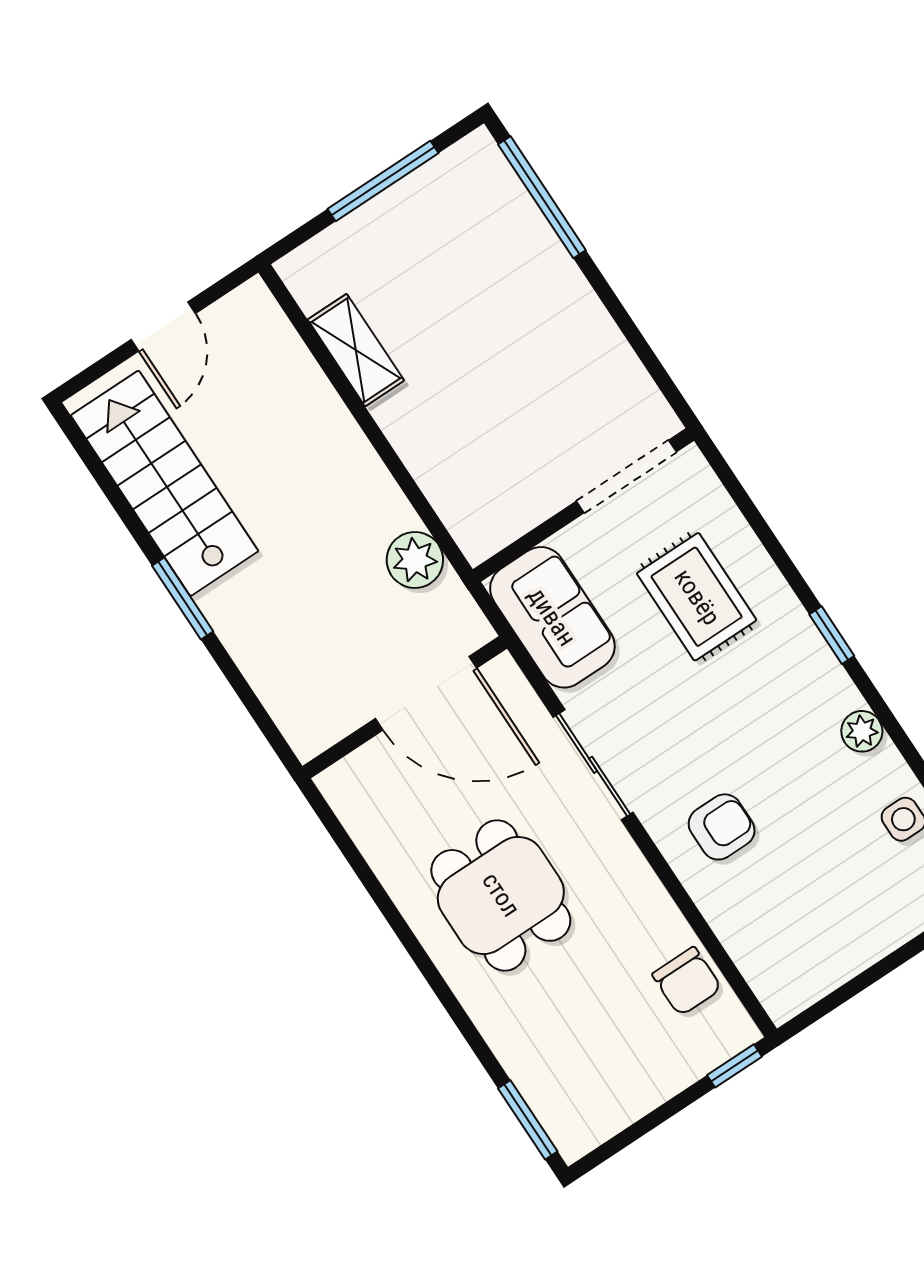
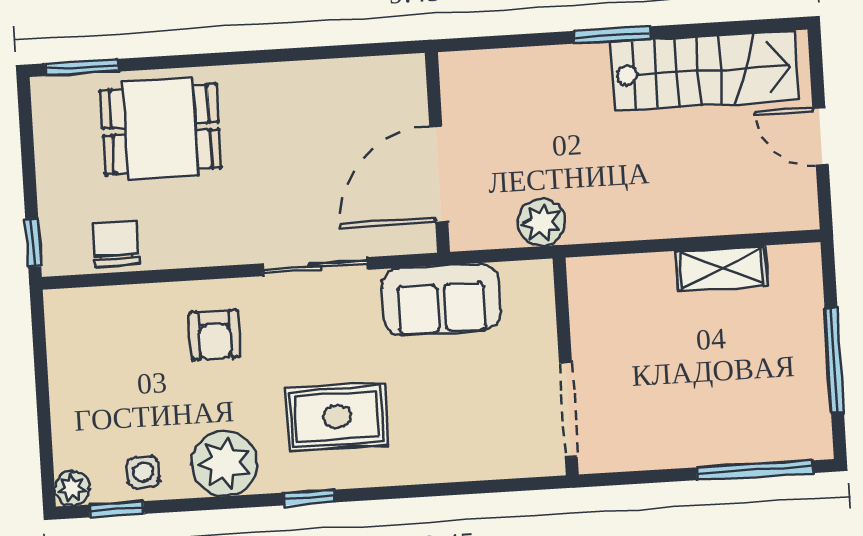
doorway: (626, 477) -> (568, 410), moved
wall: (583, 505) -> (566, 367), moved
rug: (697, 597) -> (337, 417), moved
plant: (862, 731) -> (224, 464), width x1.88, depth x1.88
dining table: (501, 895) -> (161, 129), moved
chair: (687, 981) -> (116, 244), turned 90

